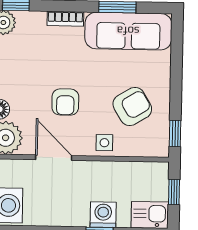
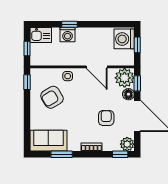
sofa: (128, 31) -> (48, 141), width x0.73
armchair: (65, 102) -> (106, 118), moved

